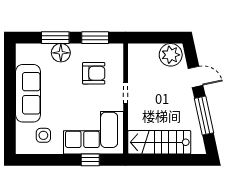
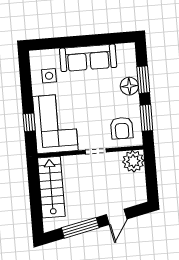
plant: (171, 55) -> (133, 161), moved
armchair: (94, 73) -> (122, 128), moved

